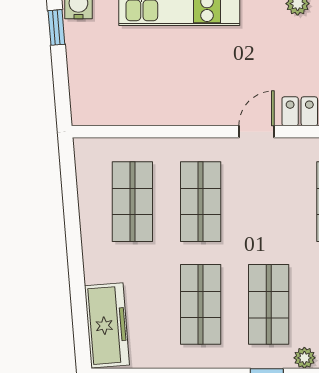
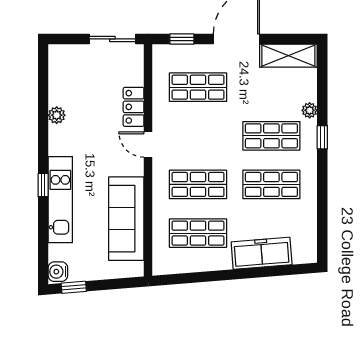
sofa: (153, 101) -> (126, 219), added
freezer: (107, 325) -> (262, 253), moved

